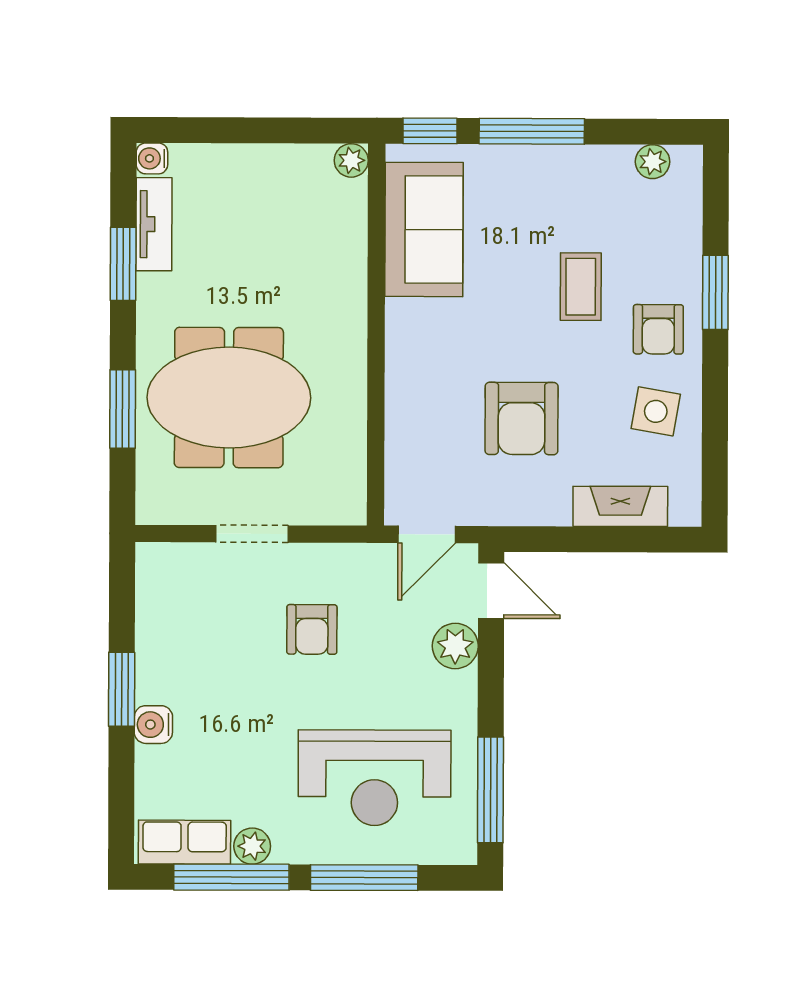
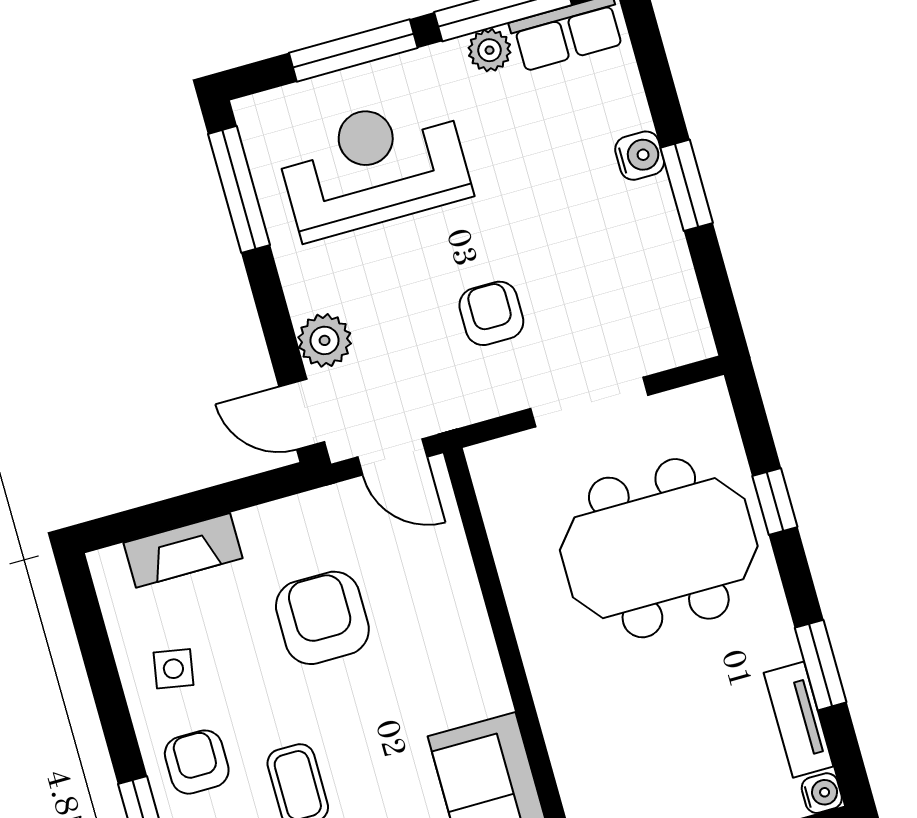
window: (123, 409) -> (775, 501), width x0.67
side table: (656, 411) -> (173, 669), width x0.73, depth x0.73
doorway: (252, 534) -> (589, 402), width x1.38
door: (427, 534) -> (392, 457), swing flipped

